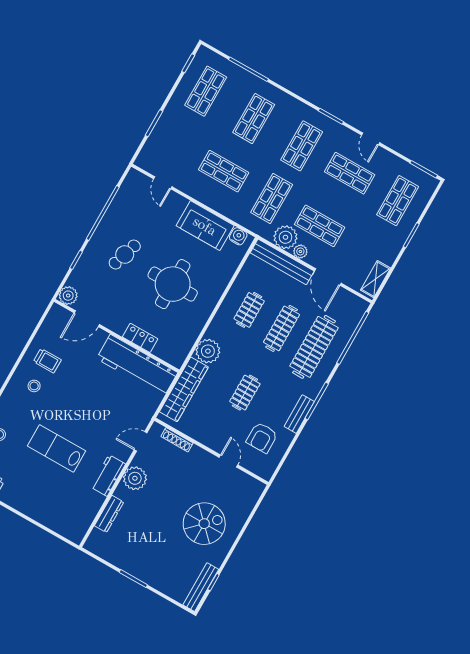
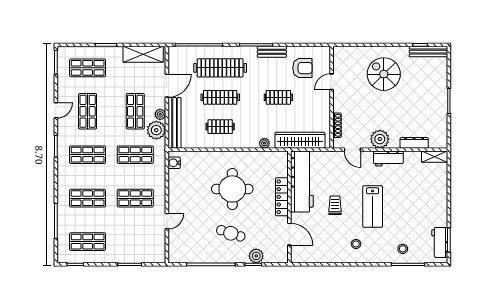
shop shelf: (224, 171) -> (135, 198), turned 90
door: (163, 183) -> (167, 221), moved
sofa: (205, 226) -> (180, 190), removed
shelving: (376, 279) -> (143, 54), width x1.50, depth x1.33
plant: (68, 296) -> (256, 256), moved
locker: (140, 338) -> (282, 197), width x1.53
plant: (208, 351) -> (264, 143), width x0.53, depth x0.53
trolley: (47, 361) -> (335, 205), moved
lab bench: (57, 448) -> (373, 206), moved
shelving: (81, 528) -> (435, 157), added

